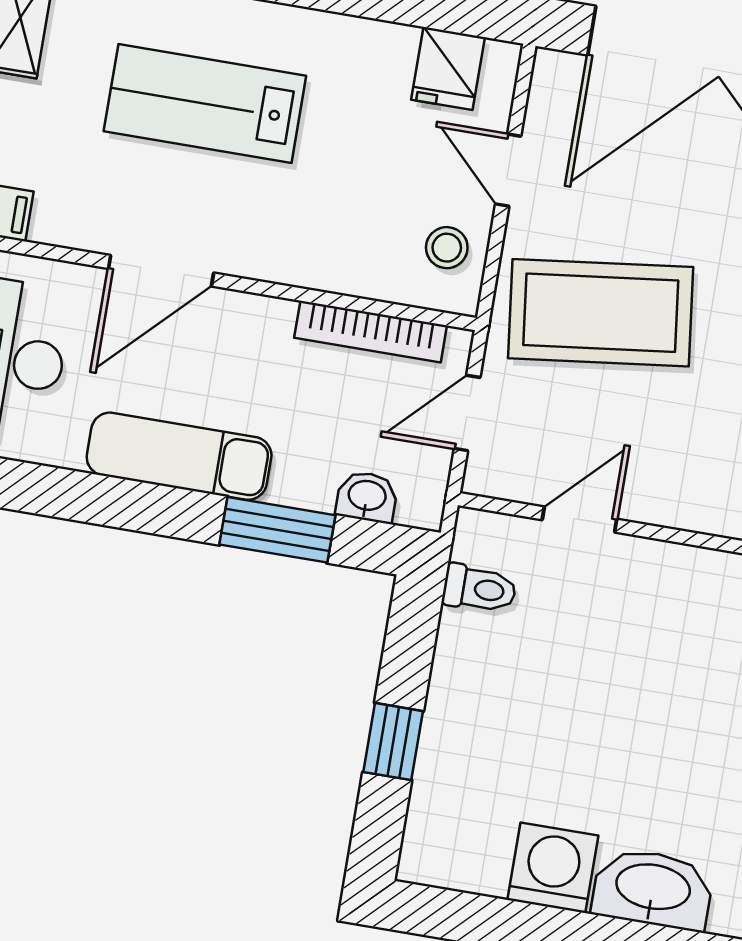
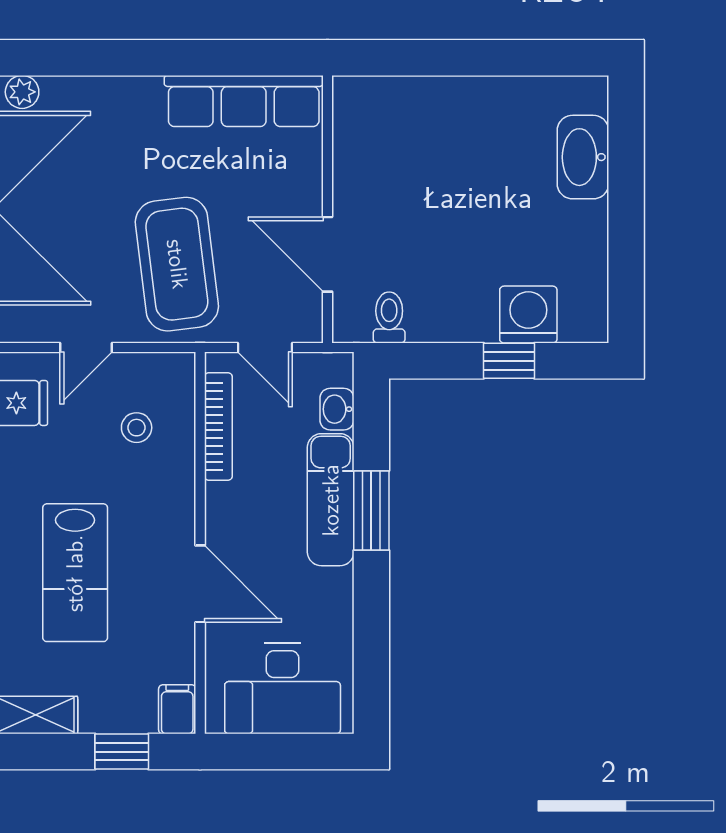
stool: (447, 248) -> (137, 428), moved
exam couch: (179, 456) -> (331, 500), moved
door: (579, 520) -> (327, 254), width x1.38
window: (277, 530) -> (371, 510), moved
washing machine: (553, 868) -> (528, 315), moved, turned 90

